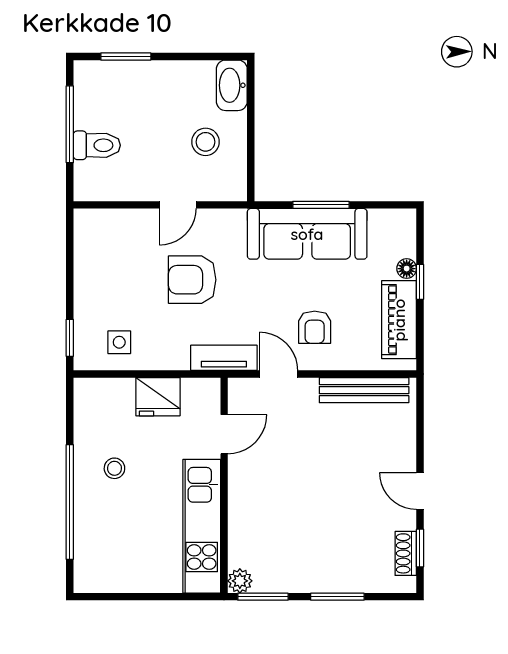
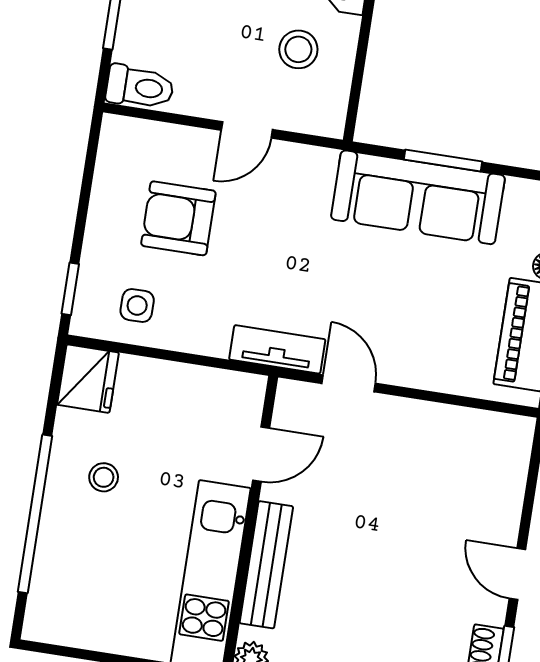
toilet: (97, 145) -> (140, 87), moved
armchair: (192, 280) -> (178, 218), moved
armchair: (315, 327) -> (408, 327), removed
bench: (364, 390) -> (266, 565), moved, turned 90
fridge: (158, 397) -> (88, 379), moved, turned -90

